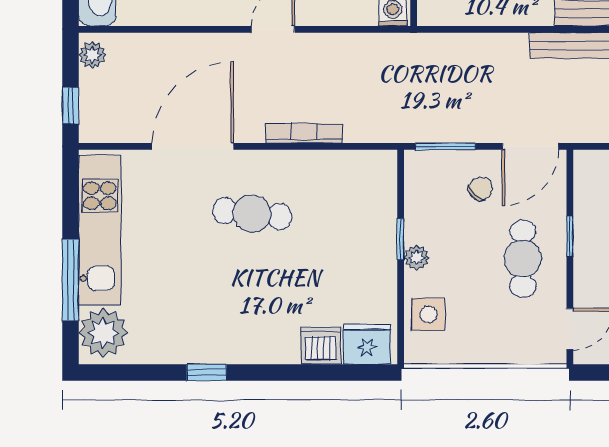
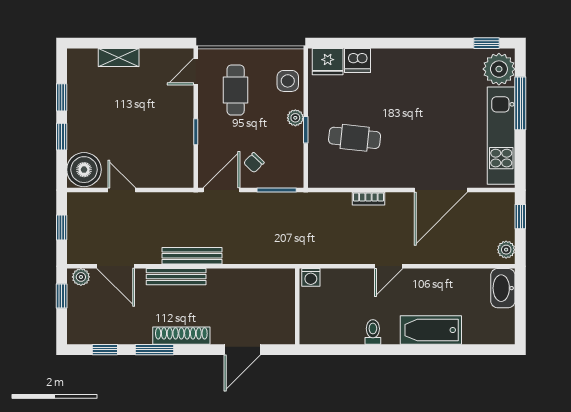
bookcase: (304, 133) -> (368, 199), width x0.64
cafe table: (252, 214) -> (355, 138), moved
cafe table: (523, 259) -> (236, 90), moved
window: (207, 372) -> (487, 43), moved

